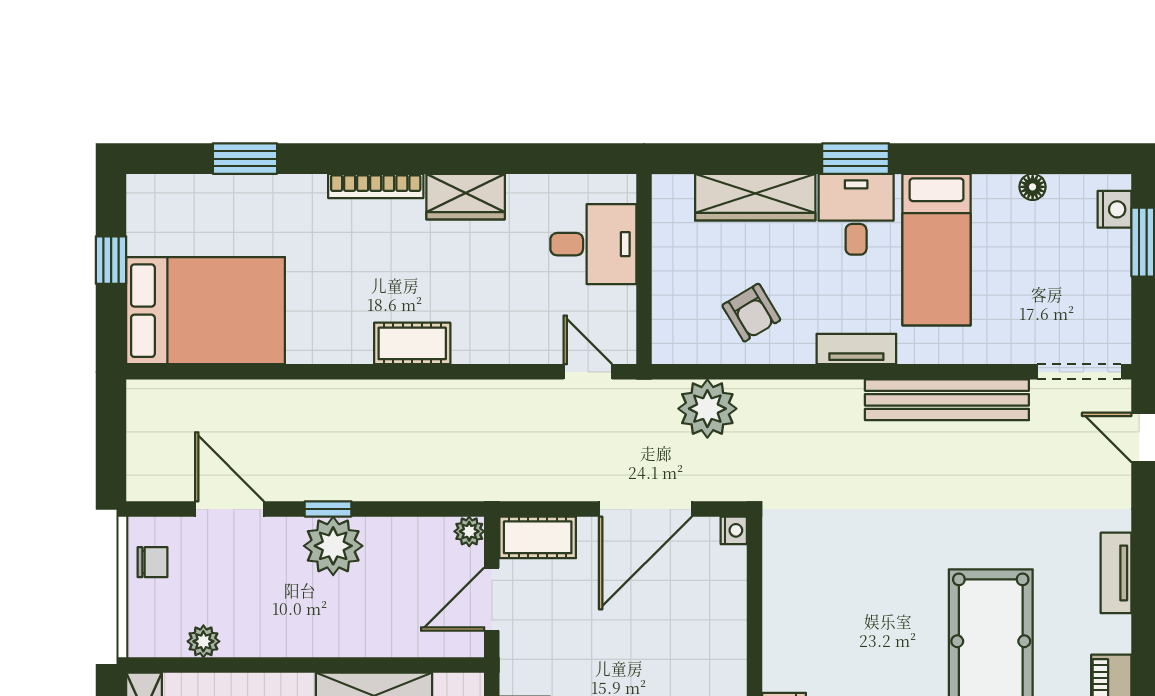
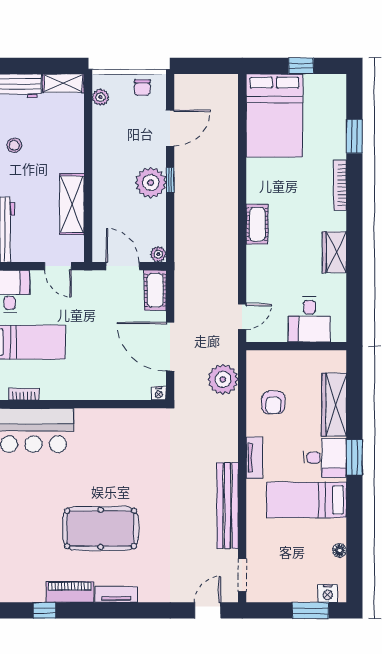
bookcase: (376, 186) -> (340, 185), moved
armchair: (751, 313) -> (273, 403), turned -59
doorway: (1080, 372) -> (242, 575), width x0.73
tv unit: (1116, 573) -> (116, 594), moved
plant: (203, 641) -> (100, 97), moved

